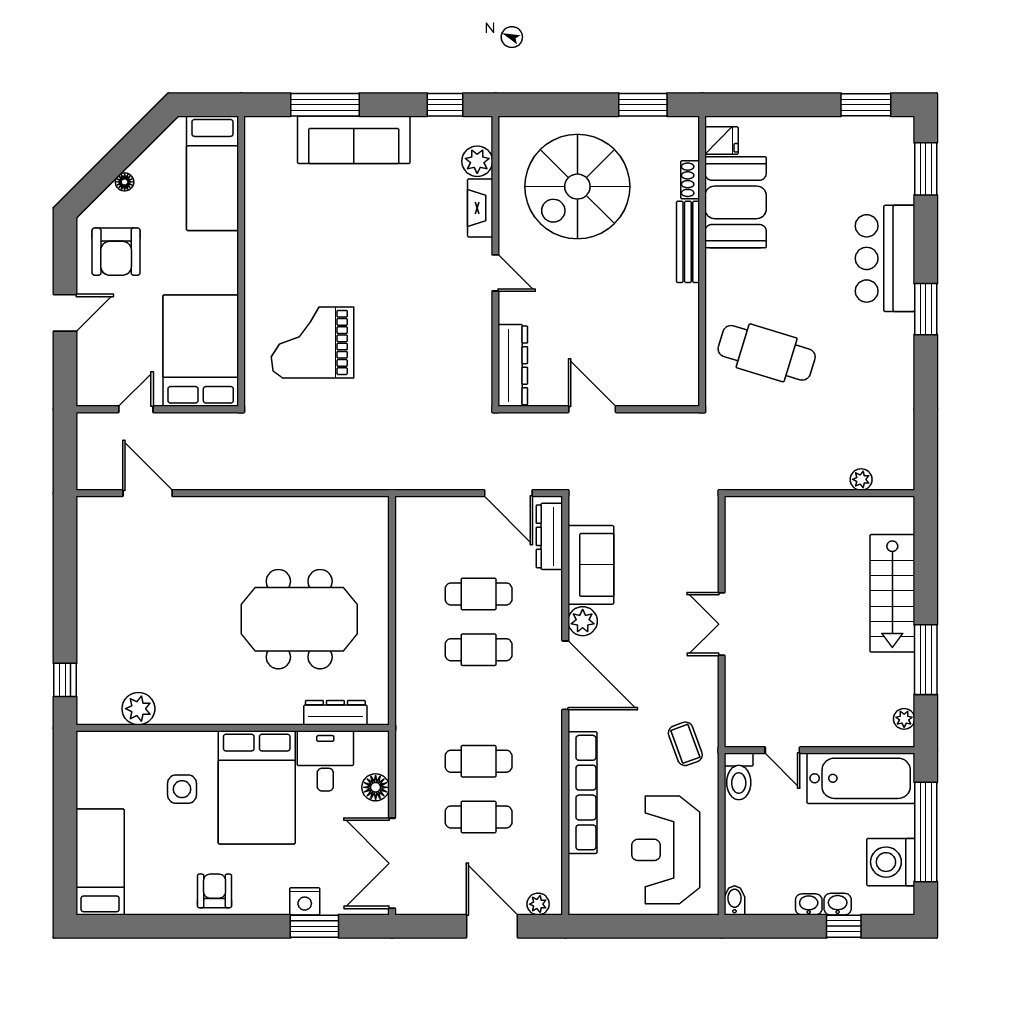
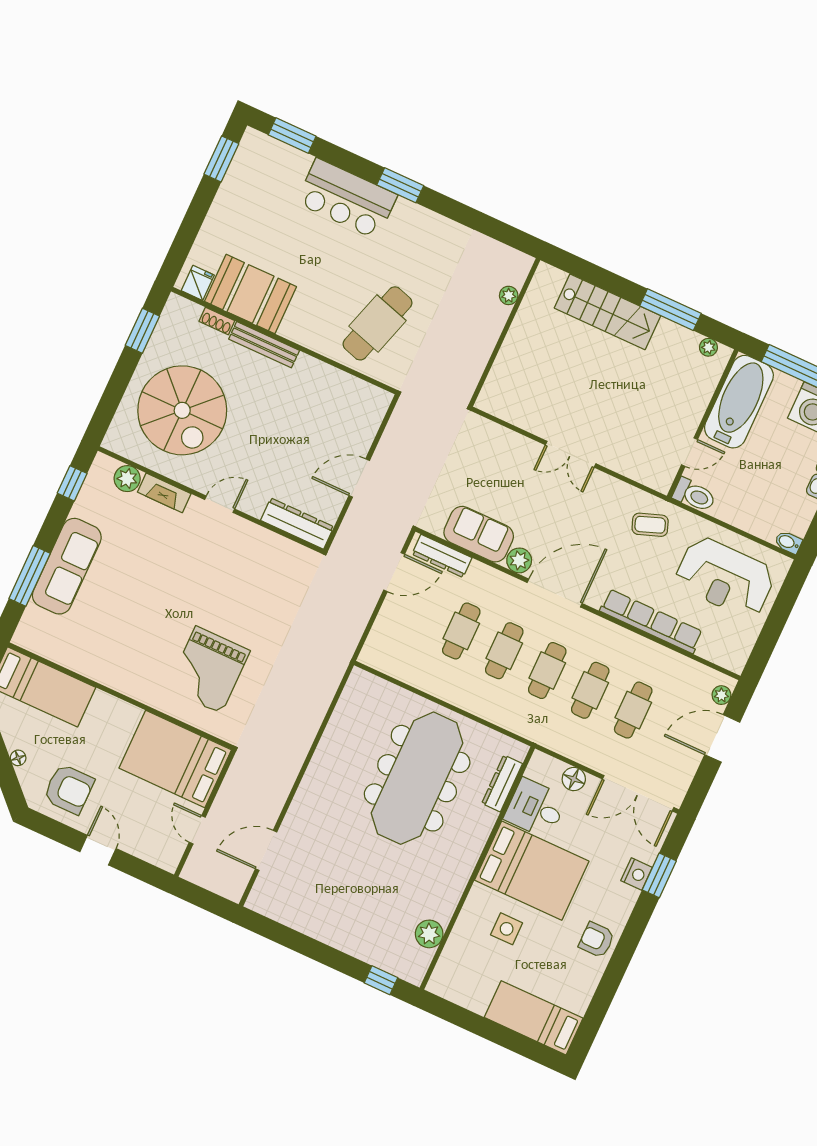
meeting table: (299, 619) -> (417, 778), width x1.36
cafe table: (479, 705) -> (547, 671), added

